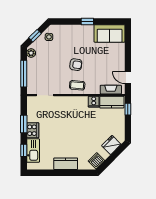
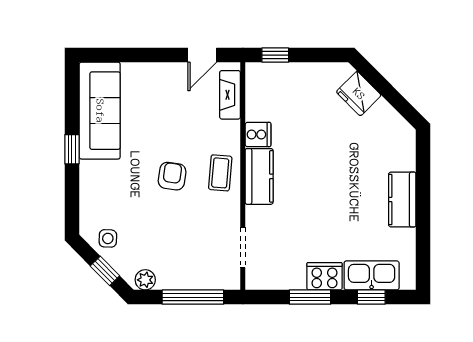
sofa: (110, 33) -> (100, 111), width x1.36
kitchen counter: (112, 102) -> (259, 176), moved
dishwasher: (96, 161) -> (395, 128), removed

